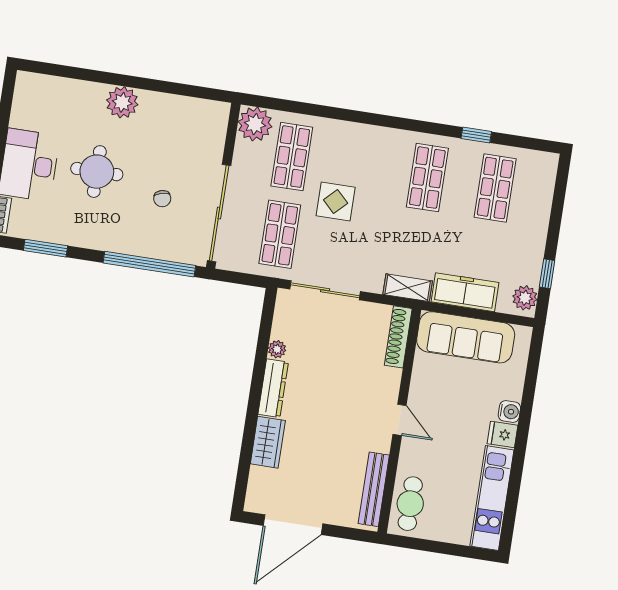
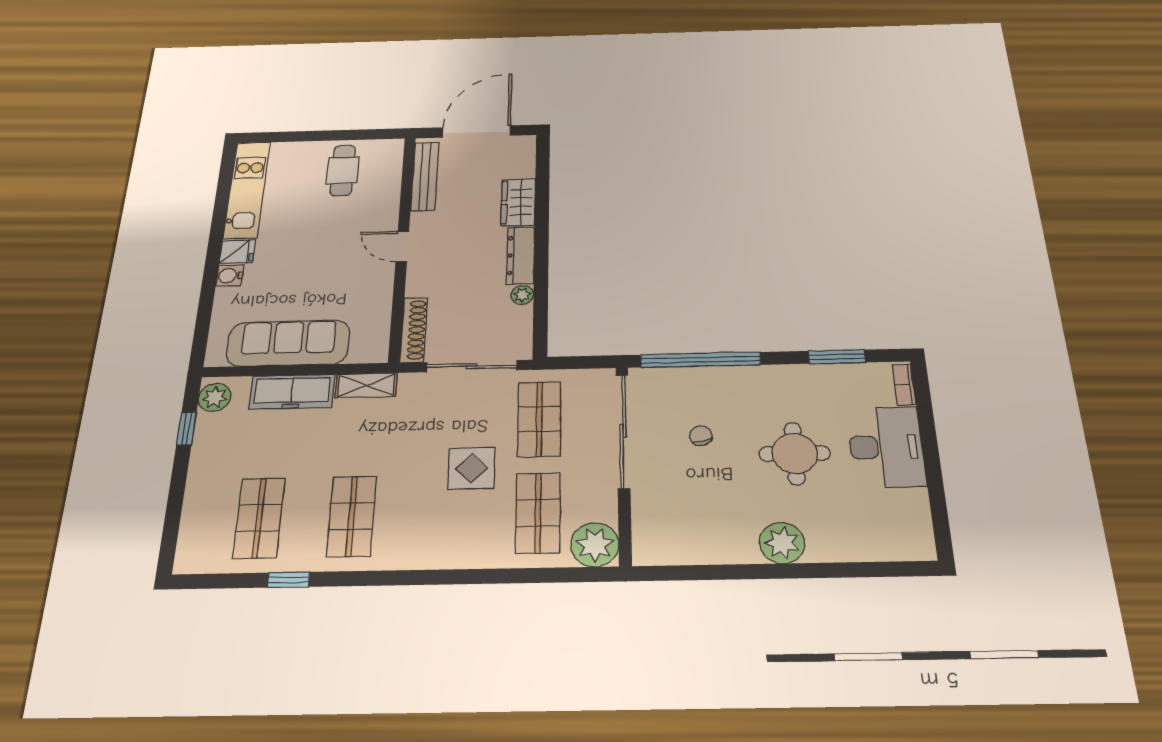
shoe rack: (398, 337) -> (414, 330), moved
door: (400, 420) -> (402, 246), moved
wall: (399, 421) -> (402, 245), moved
bench: (374, 489) -> (425, 176), moved

